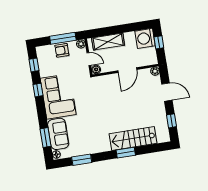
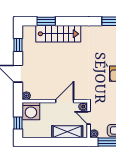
washing machine: (145, 38) -> (31, 111), moved, turned 90
door: (127, 70) -> (65, 101), moved
window: (126, 153) -> (46, 21), moved

